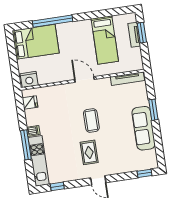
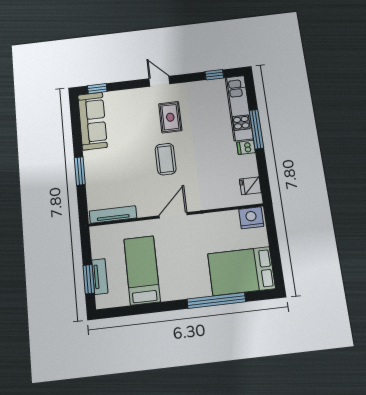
door: (84, 79) -> (173, 215), swing flipped
sofa: (144, 128) -> (92, 121), moved

